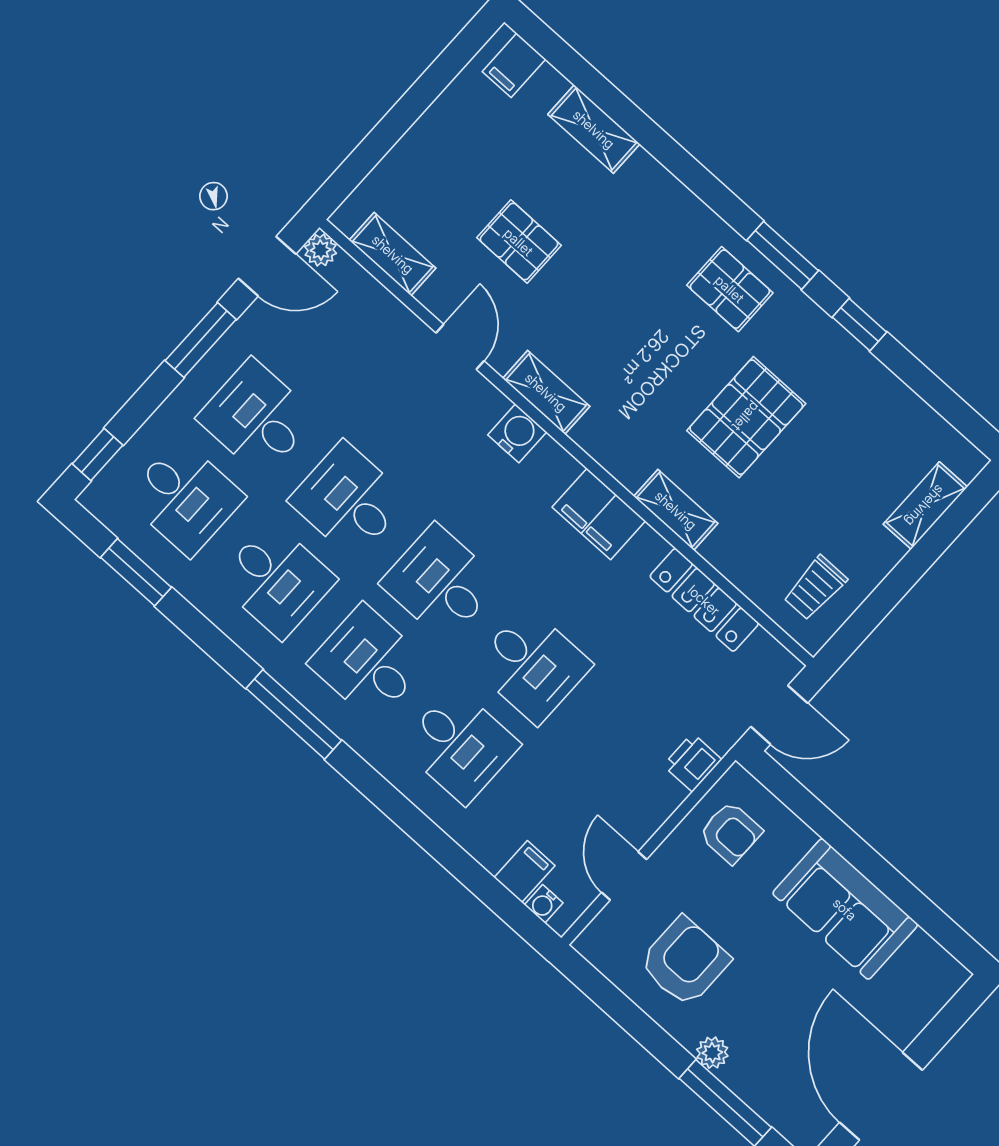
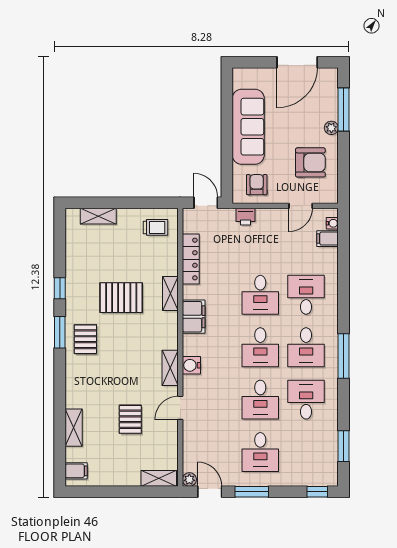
shelving: (393, 254) -> (159, 478), moved, turned 90
desk: (185, 498) -> (306, 452), removed
desk: (532, 665) -> (260, 295), turned 180
sofa: (845, 909) -> (248, 127), width x1.36
armchair: (685, 962) -> (310, 162), turned 180

